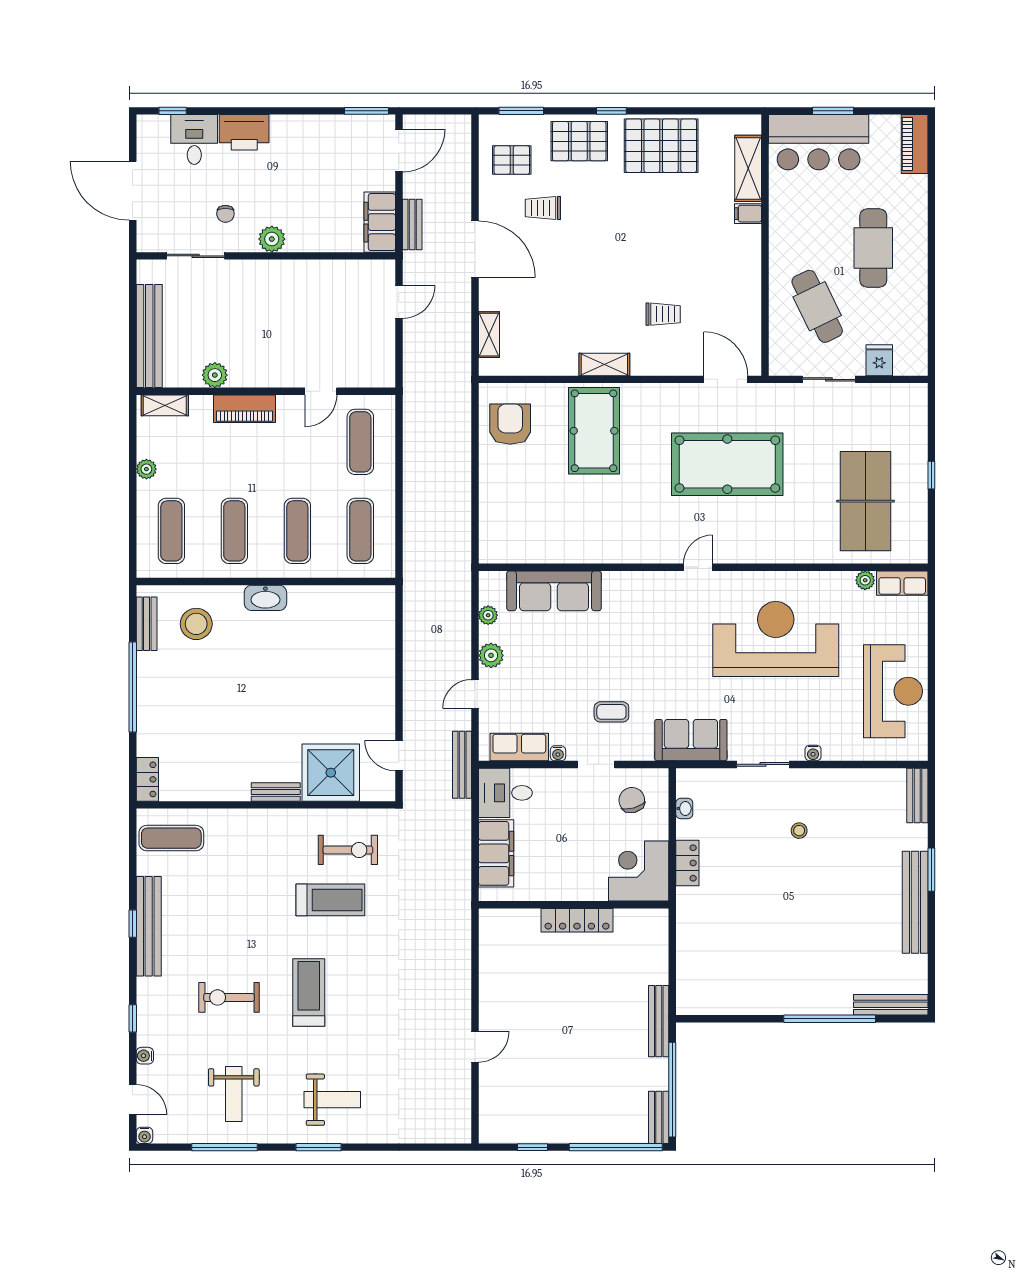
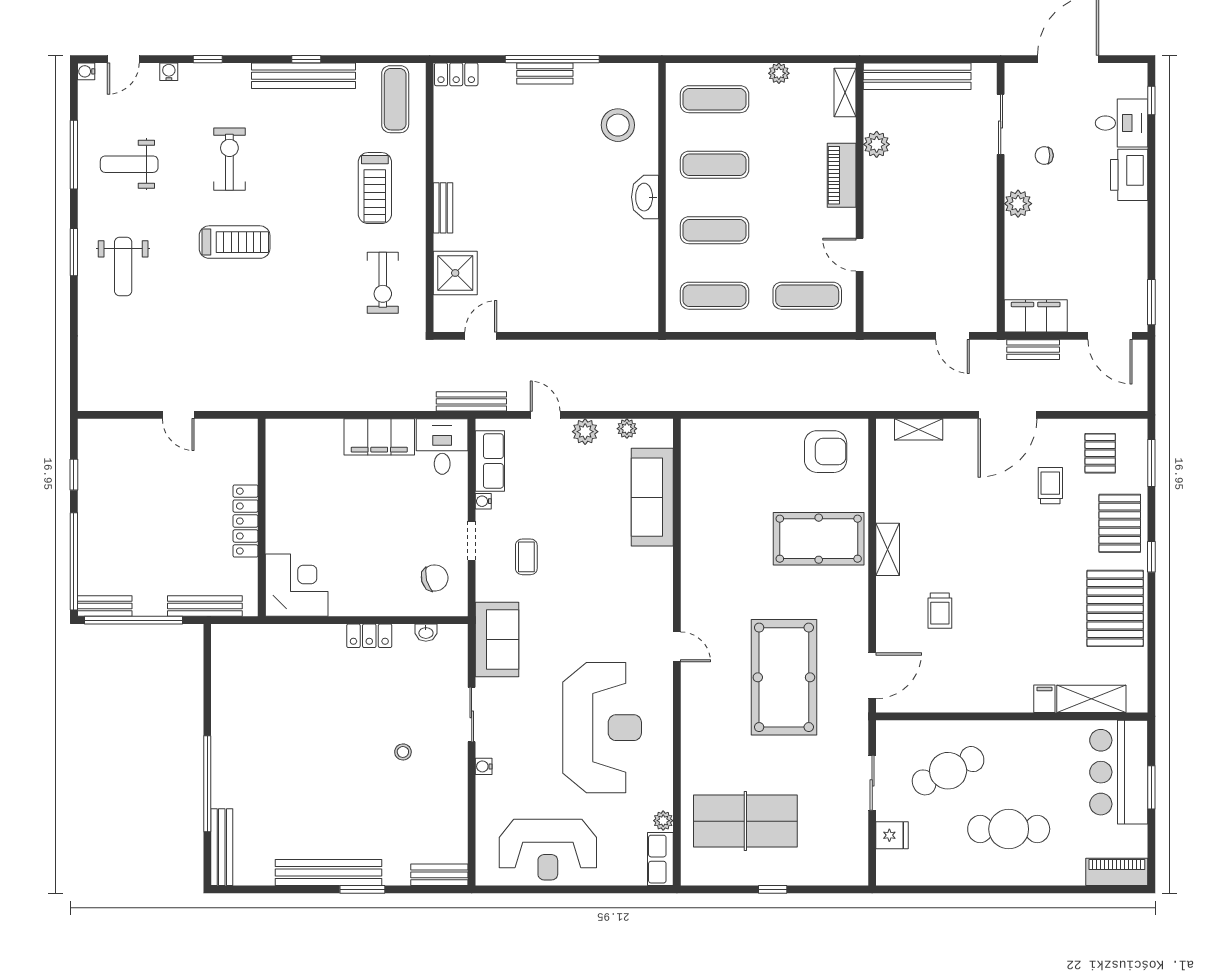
bench: (147, 624) -> (545, 73), moved
shower: (331, 773) -> (455, 273), width x0.73, depth x0.73
corner desk: (639, 871) -> (297, 585), moved
treadmill: (330, 900) -> (375, 188), moved
wall: (574, 905) -> (262, 518), moved
locker: (577, 920) -> (246, 521), moved

